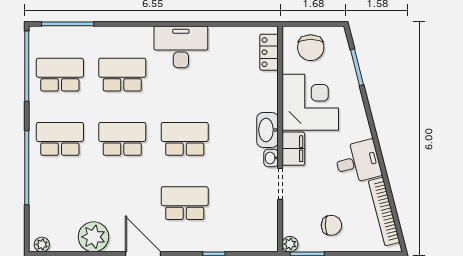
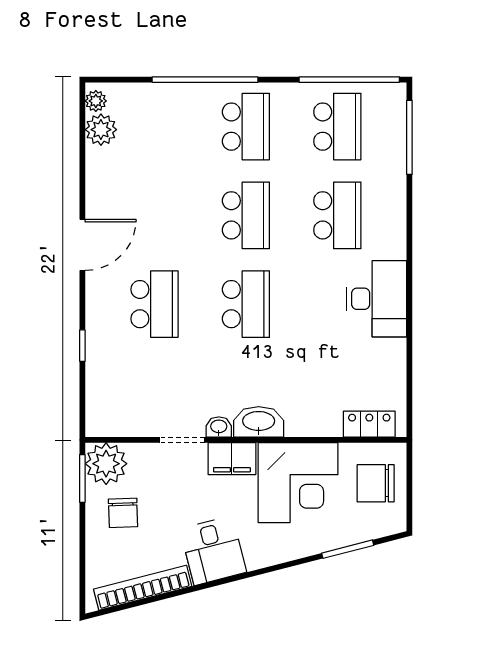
plant: (93, 237) -> (101, 130), moved, width x0.73, depth x0.73
plant: (290, 244) -> (106, 464), width x1.88, depth x1.88

